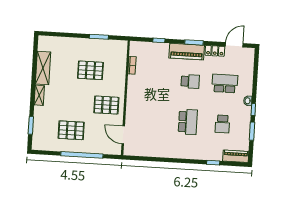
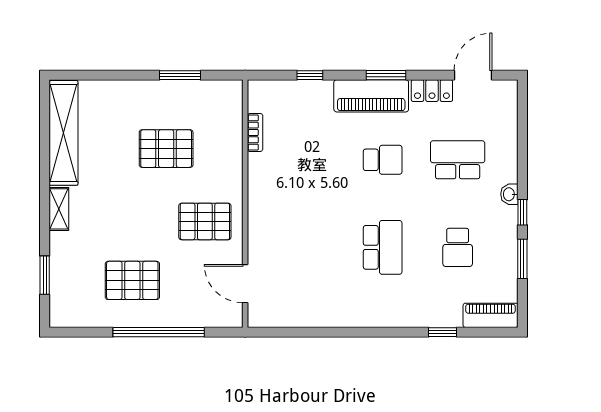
shelving: (43, 68) -> (63, 133), width x1.47

